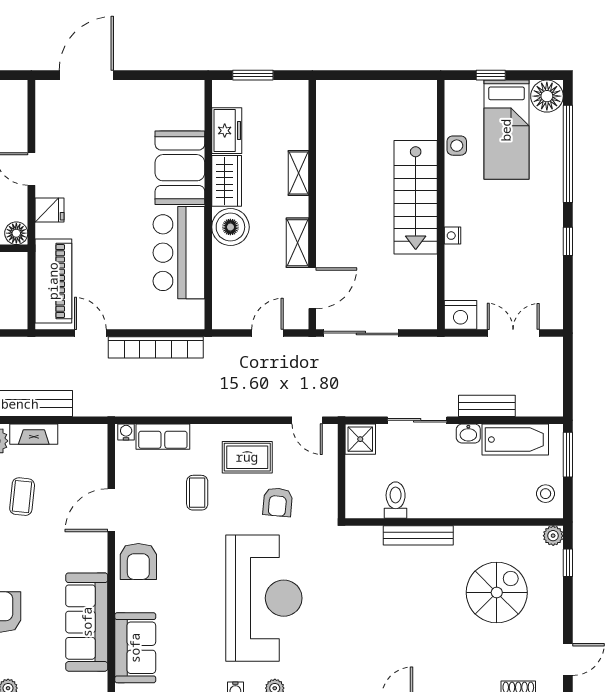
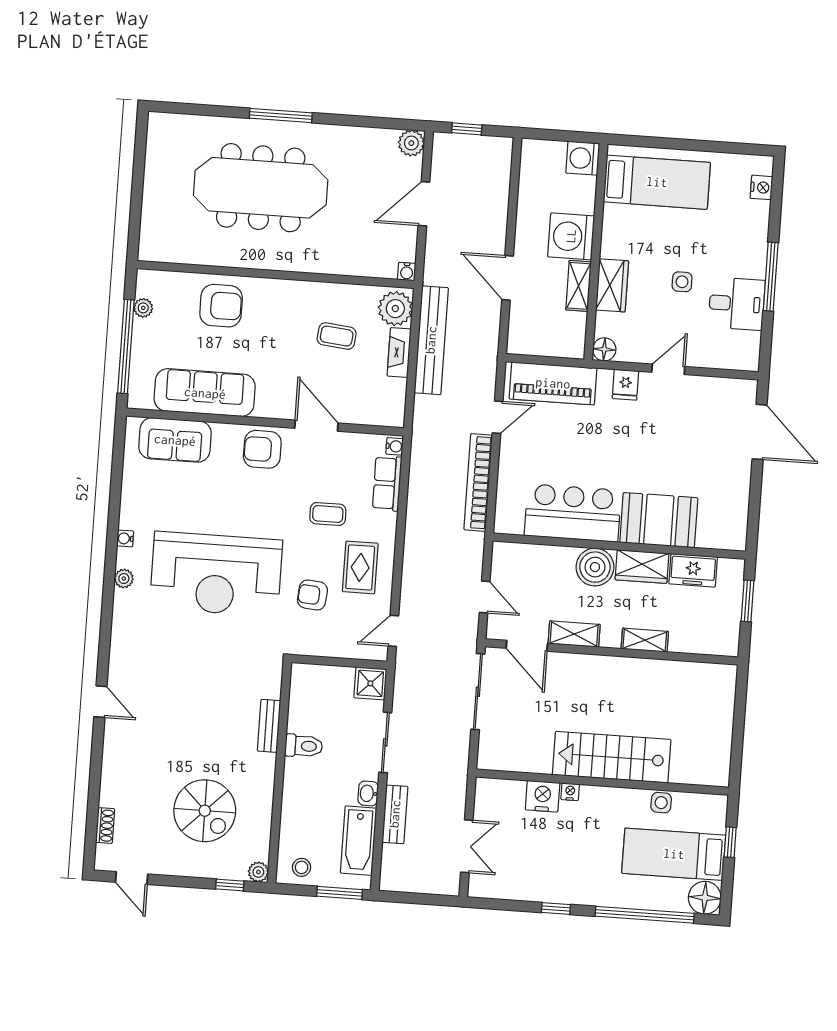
nightstand: (460, 315) -> (543, 796), moved, turned 90
toilet: (396, 500) -> (304, 746), moved
bench: (418, 535) -> (269, 726), width x0.73

